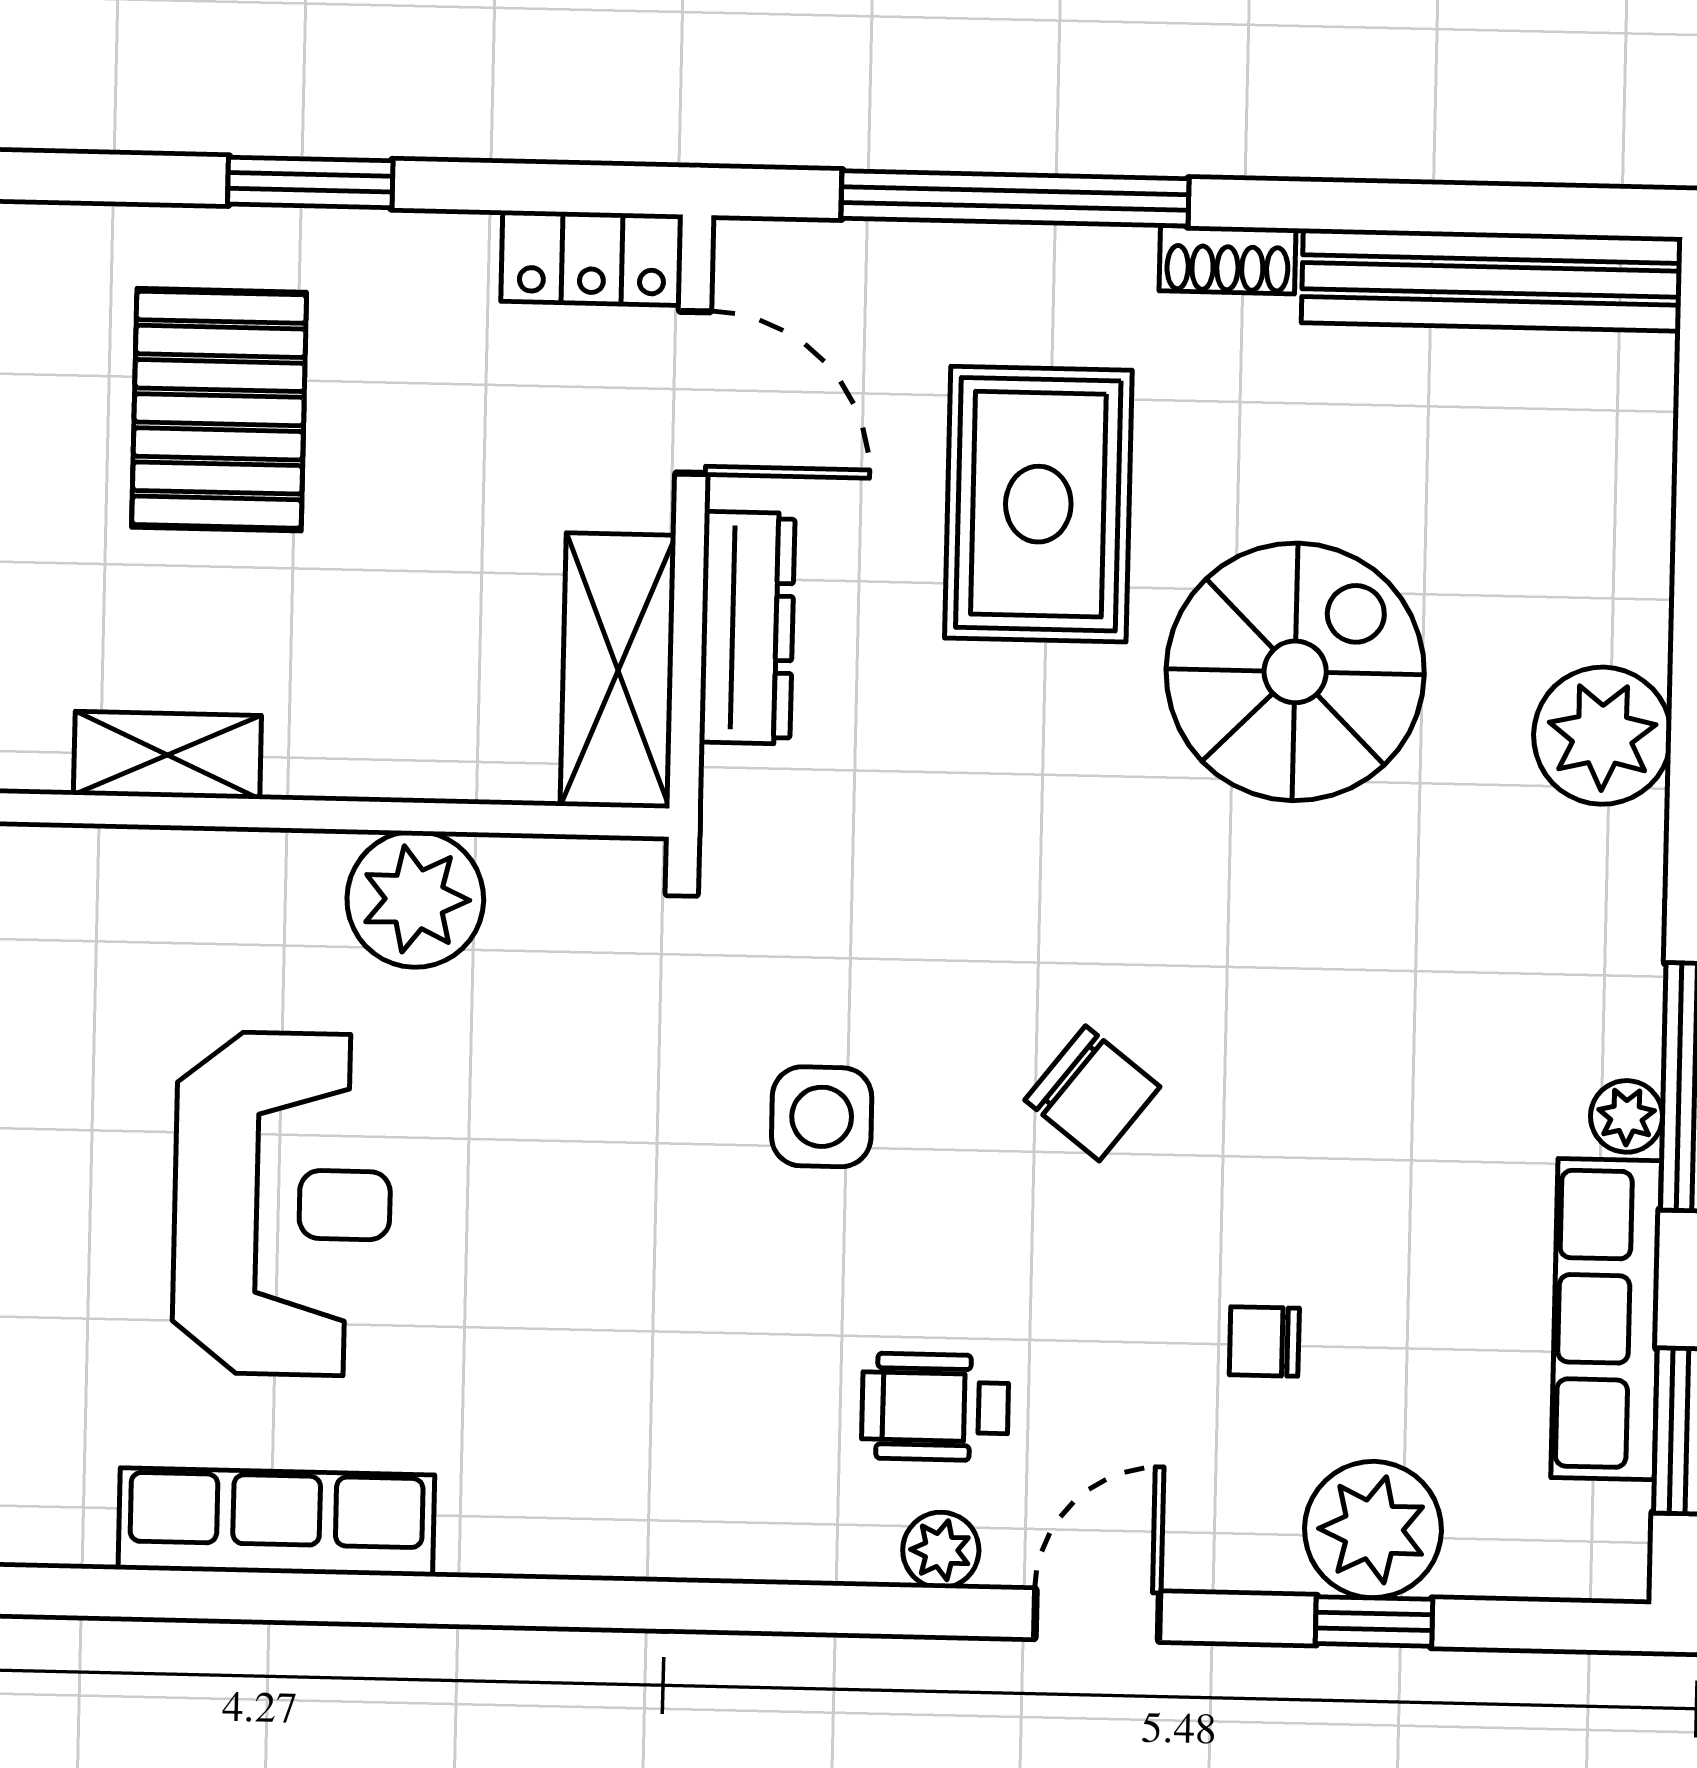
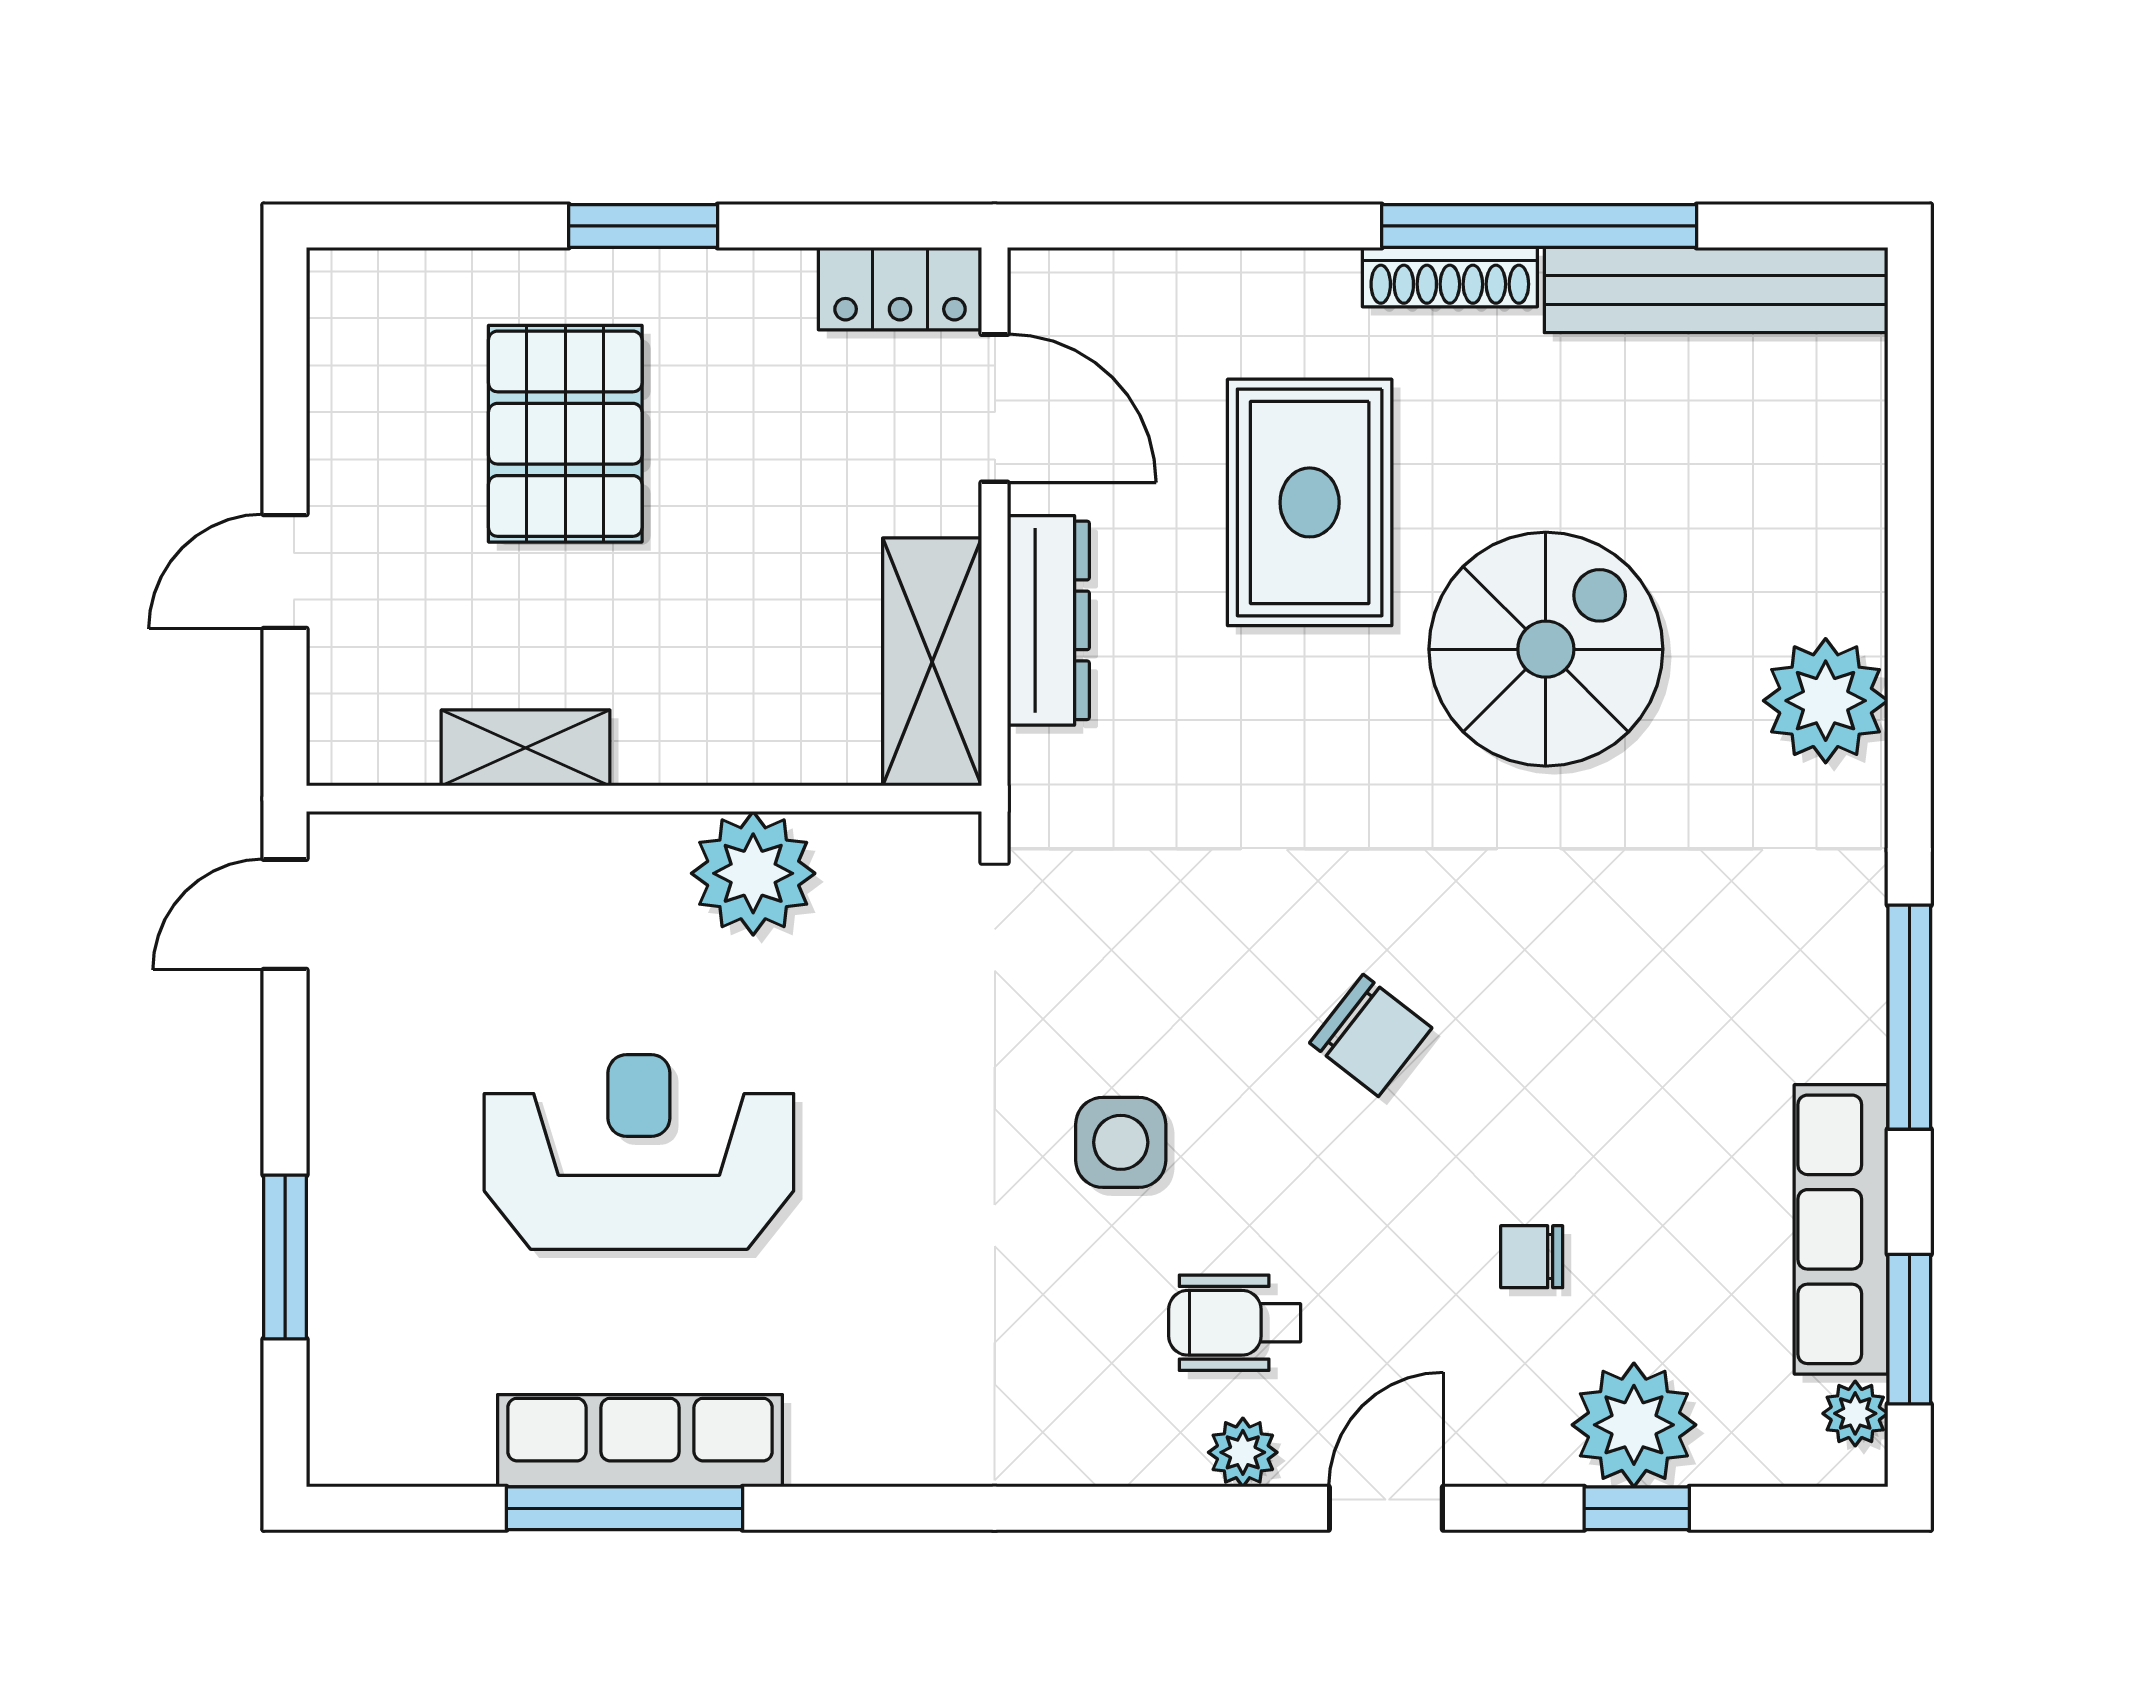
window: (1015, 198) -> (1539, 226), moved
shoe rack: (1228, 260) -> (1450, 277), width x1.43
plant: (1626, 1116) -> (1855, 1413), moved
side table: (822, 1117) -> (1121, 1142), moved
reception desk: (282, 1204) -> (639, 1152), turned -90
window: (258, 1596) -> (625, 1508), added

